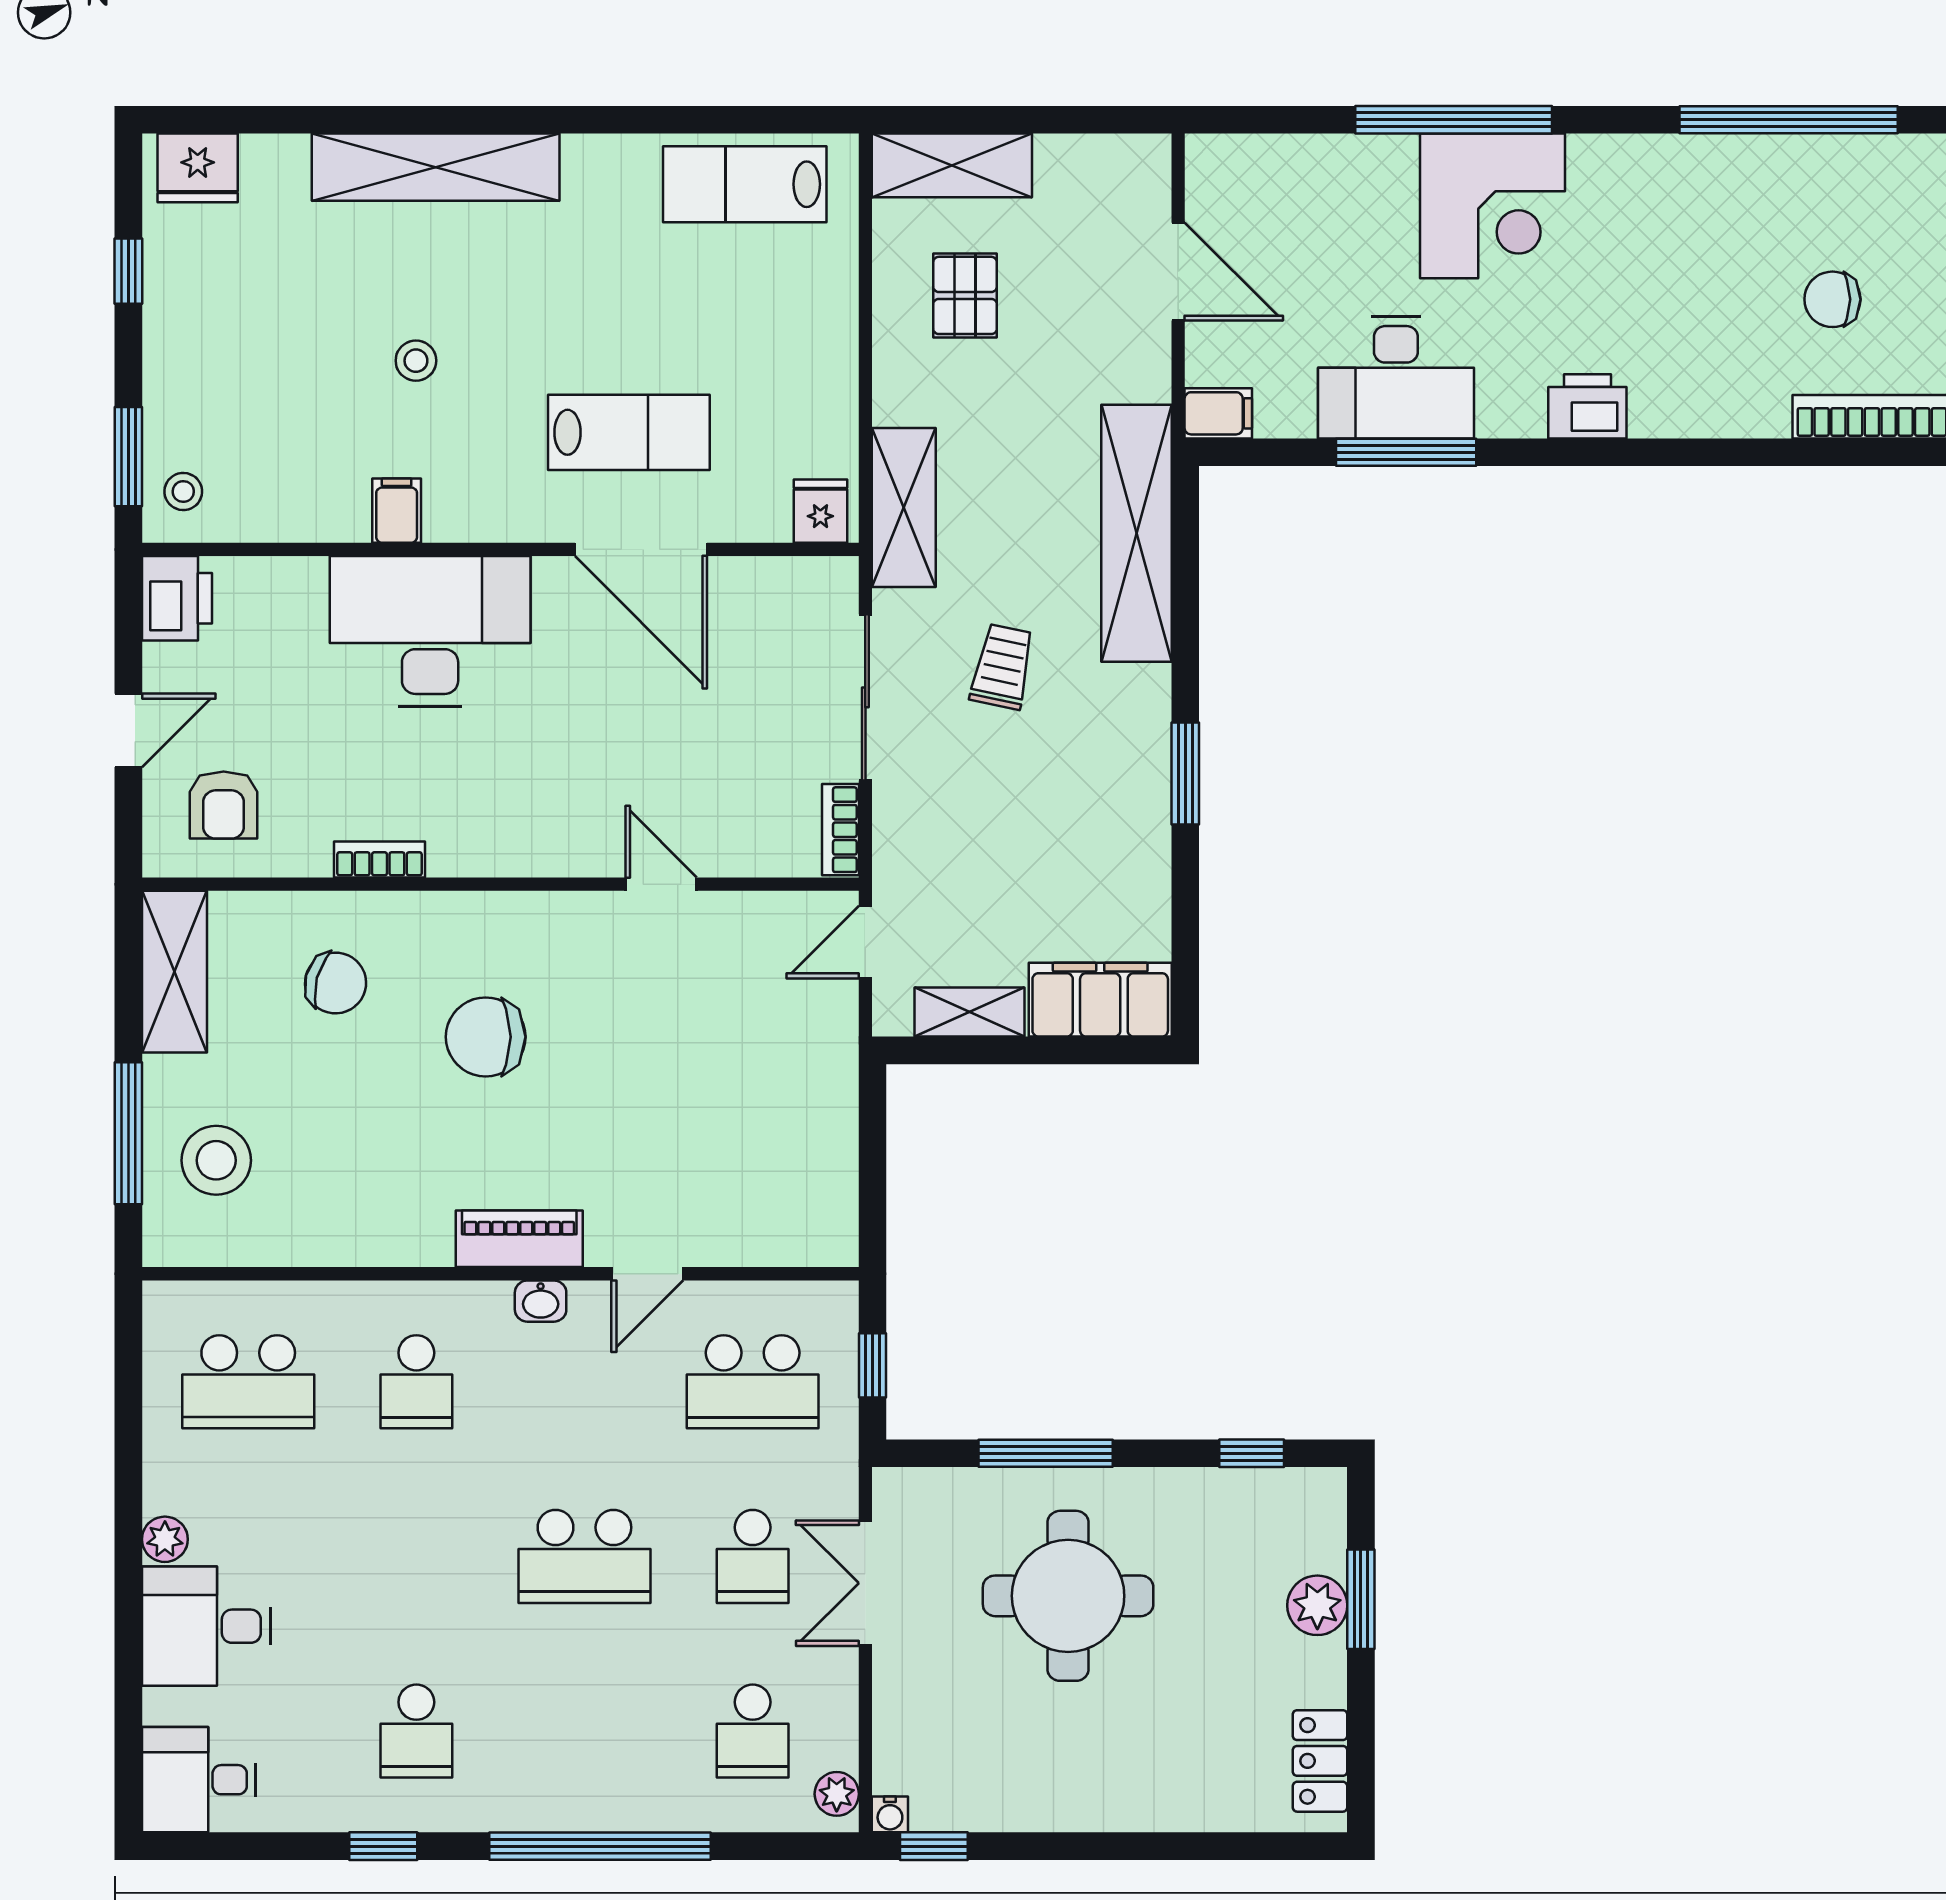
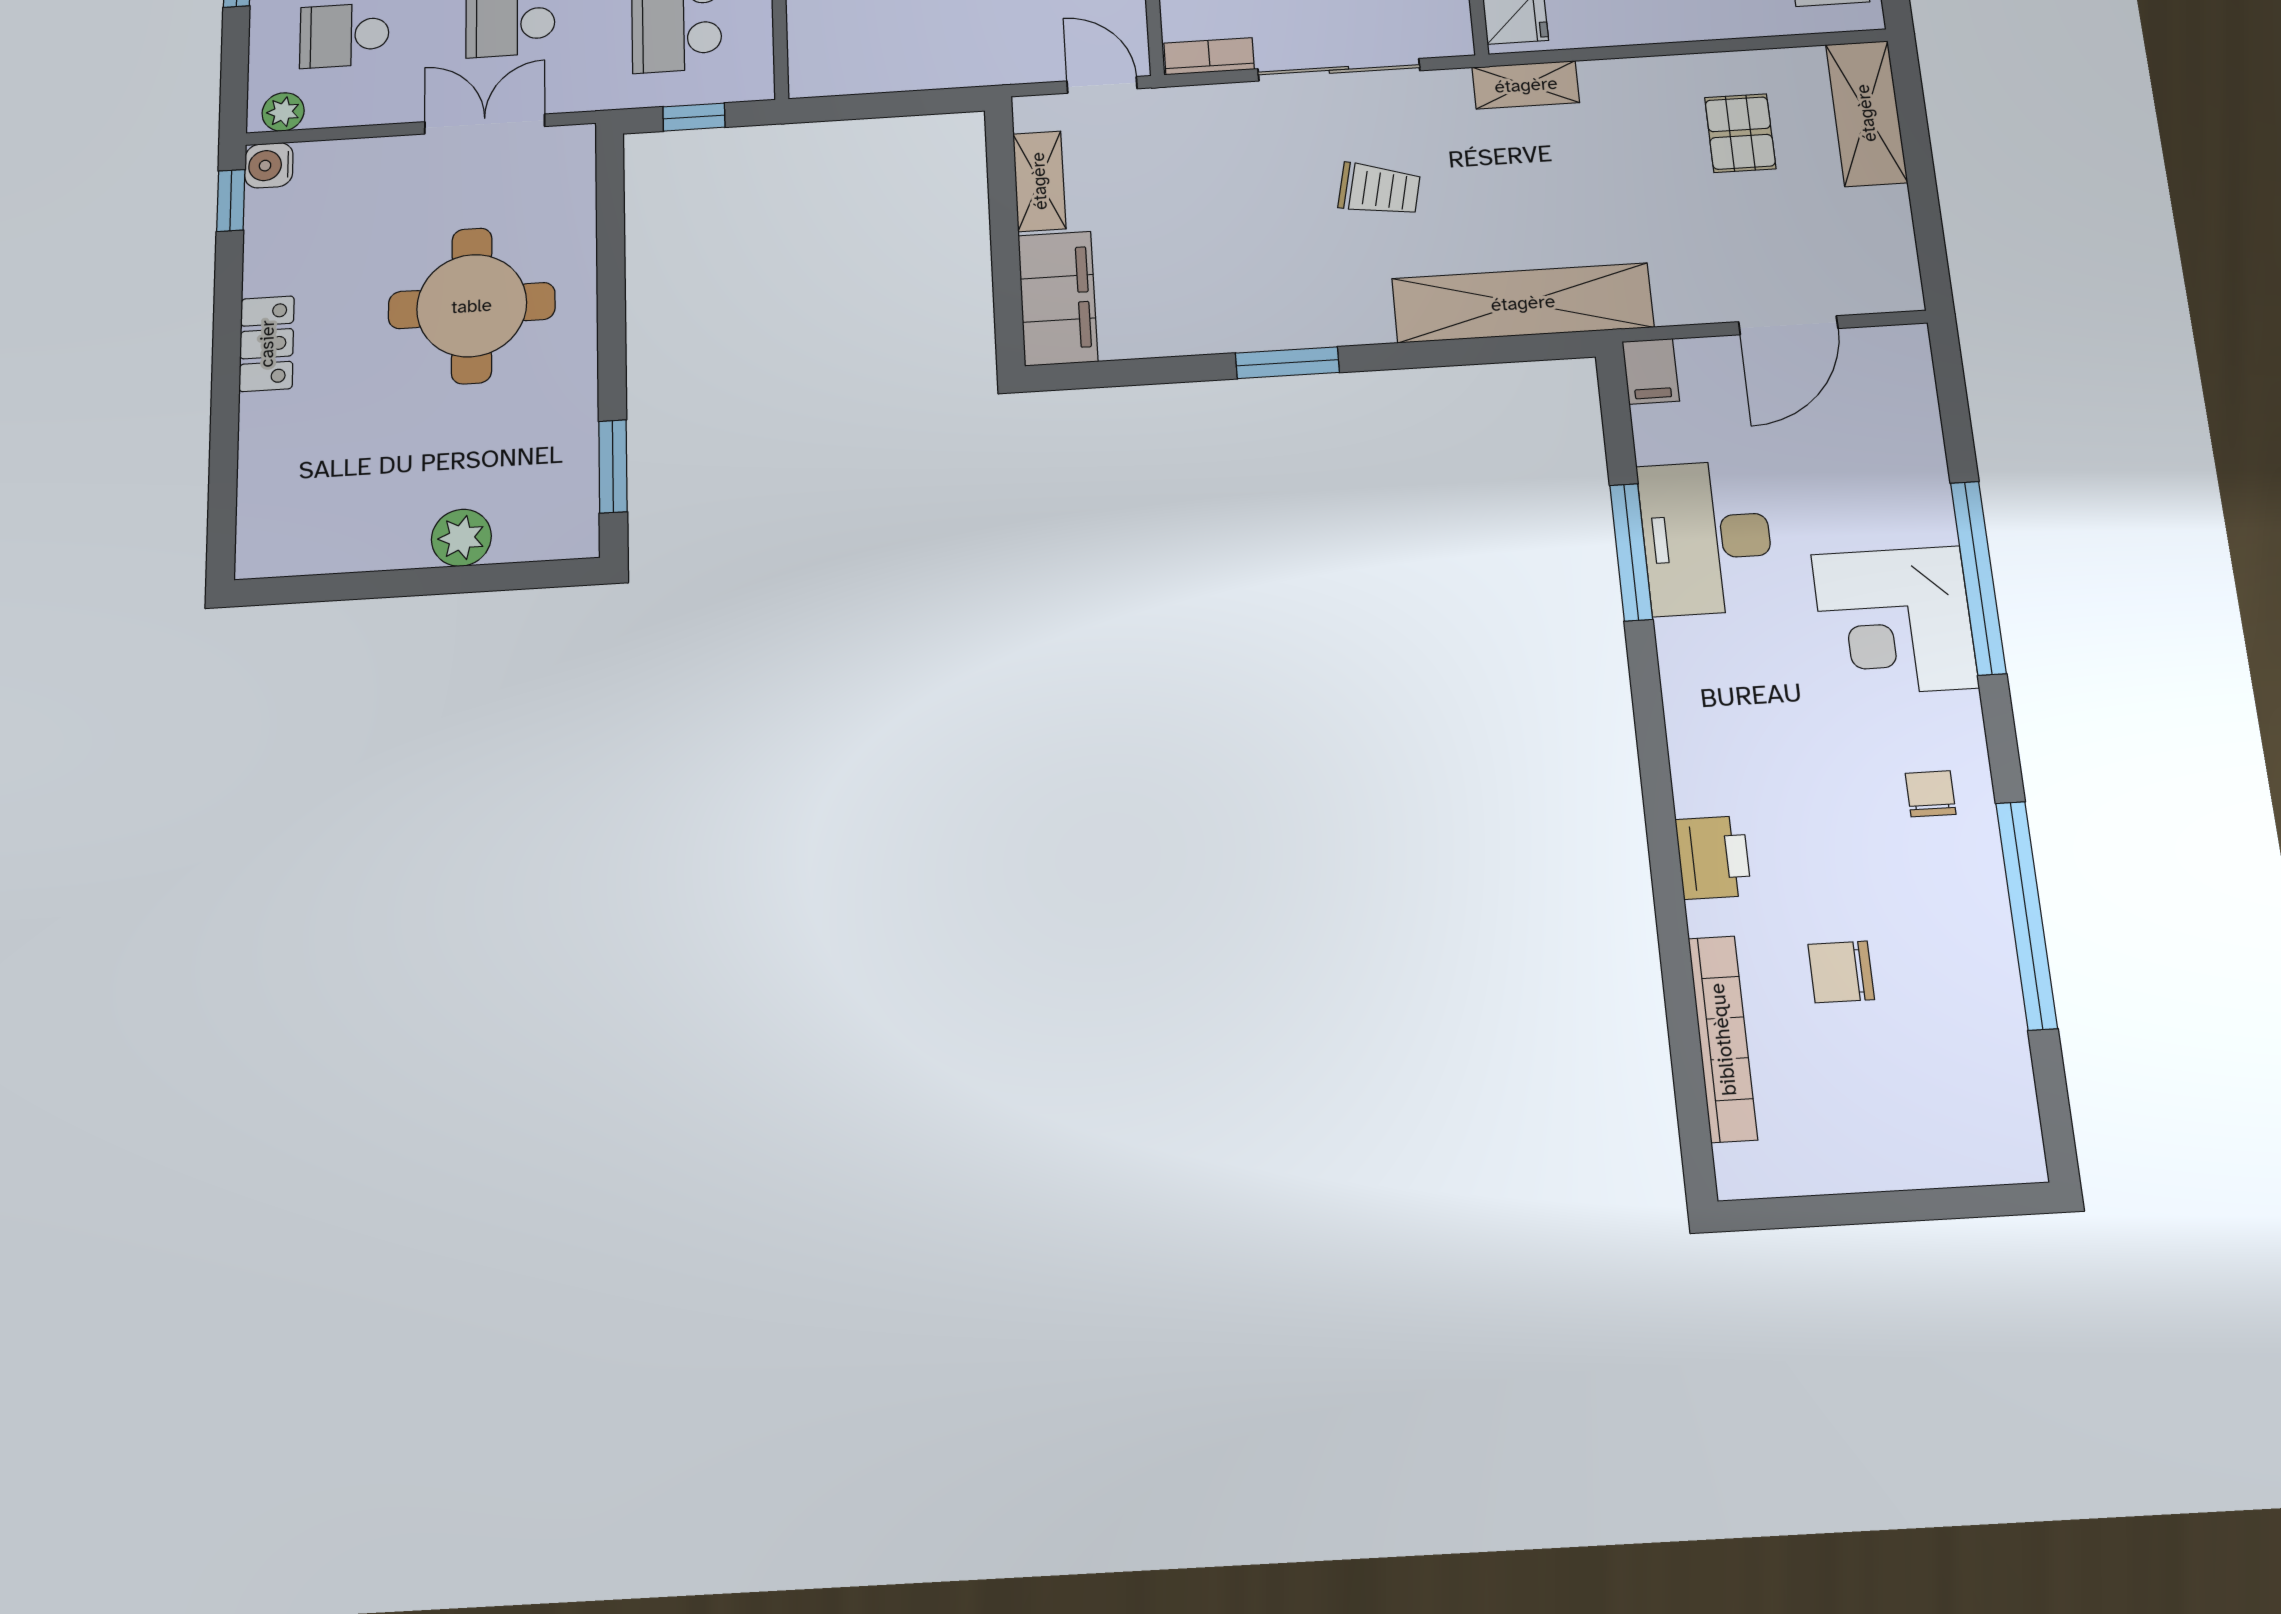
chair: (1666, 194) -> (1931, 794), added
pallet: (965, 295) -> (1740, 133), turned 90
chair: (1832, 299) -> (1841, 972), turned -90
printer: (1587, 406) -> (1713, 857), moved
shelving: (904, 508) -> (1526, 85), width x0.67, depth x0.75
window: (1046, 1453) -> (611, 277), removed
window: (1252, 1453) -> (613, 466), width x1.50
window: (1361, 1599) -> (467, 579), removed
locker: (1320, 1761) -> (267, 344), moved, turned 90
water cooler: (890, 1814) -> (269, 165), width x1.38, depth x1.38

